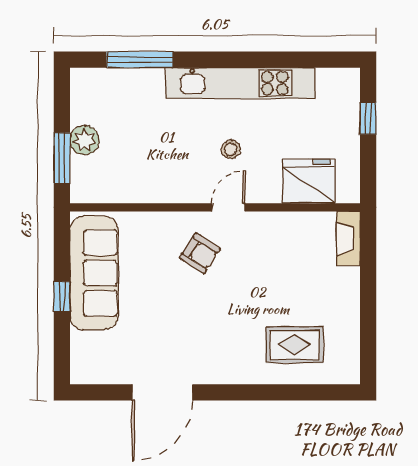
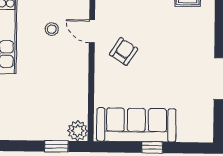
plant: (85, 140) -> (78, 131), moved
window: (62, 158) -> (56, 146), width x0.67

